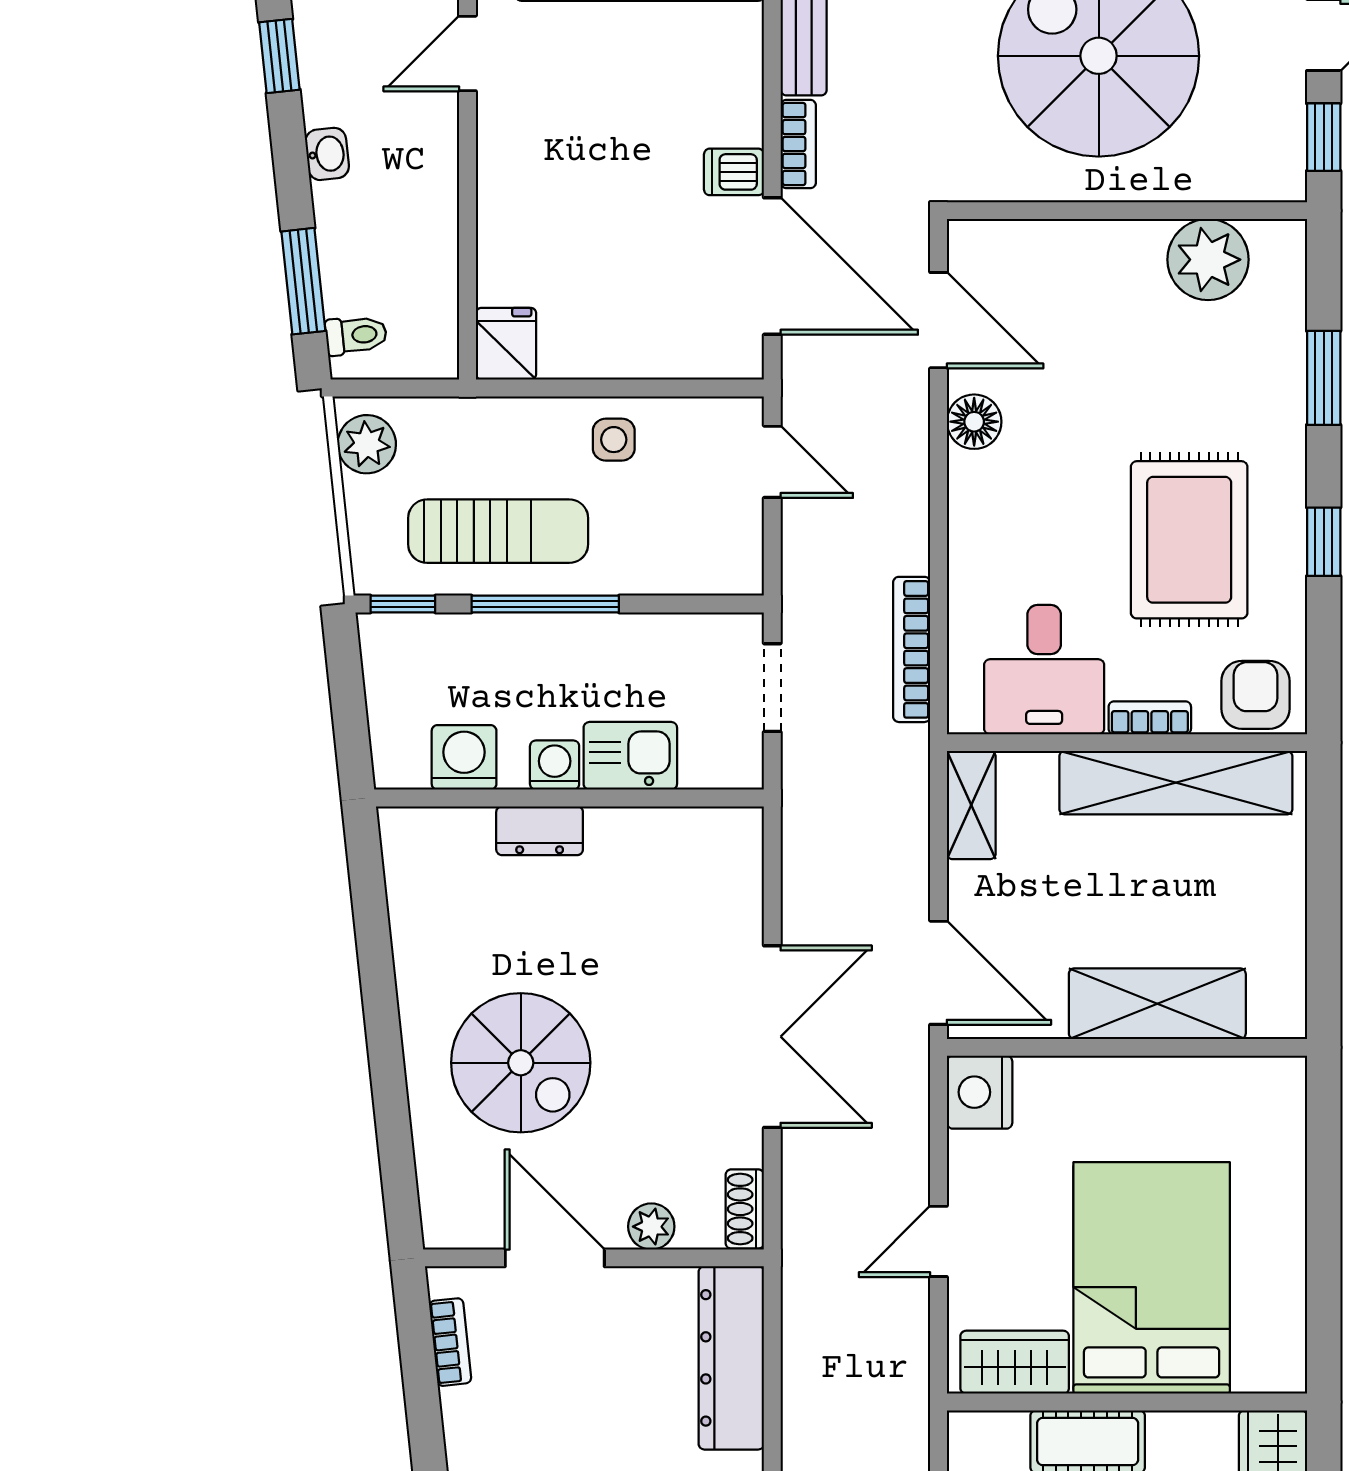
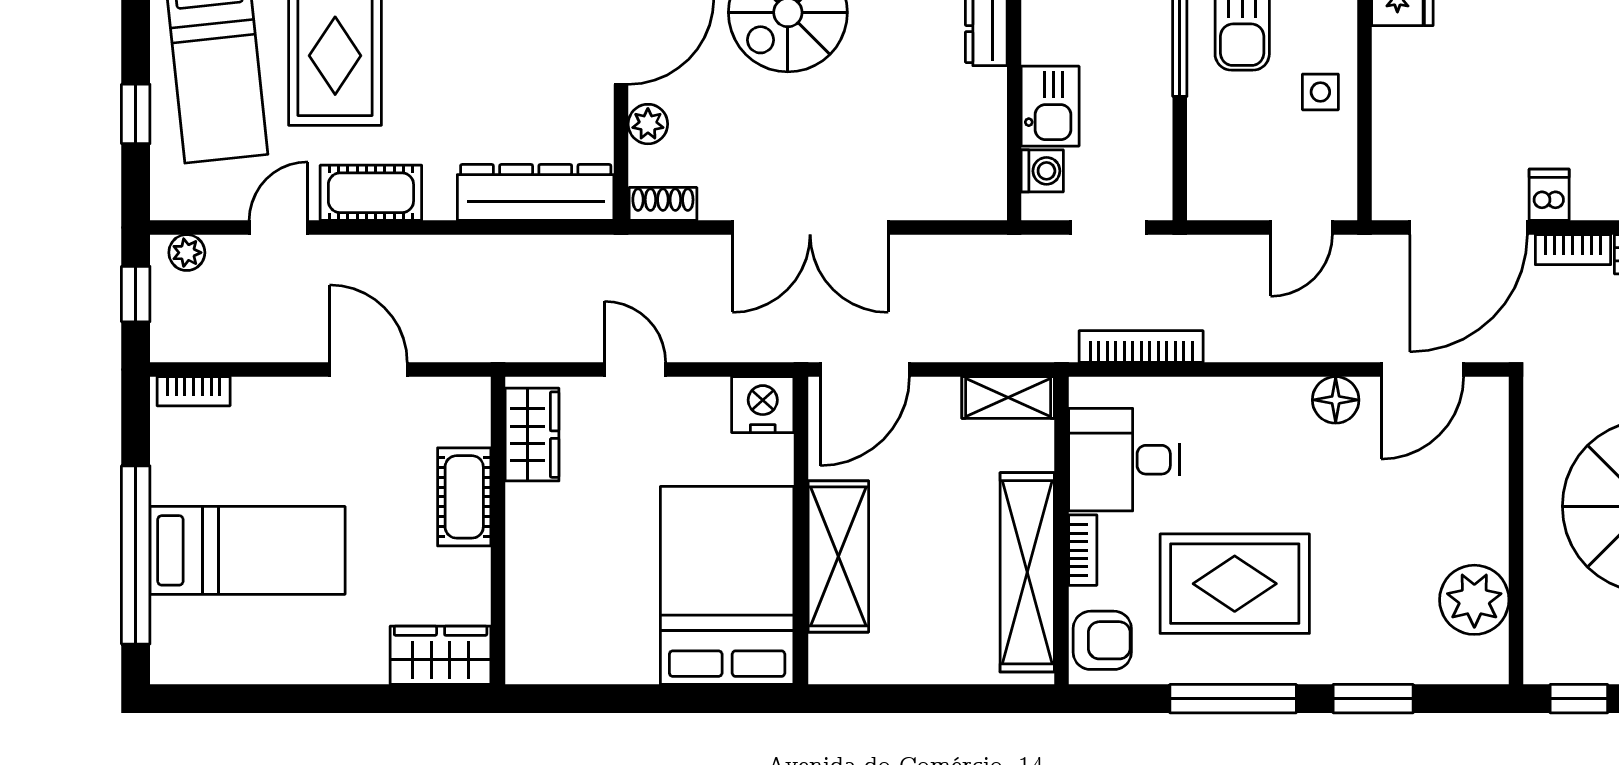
window: (1324, 542) -> (1233, 699), width x2.17
washing machine: (555, 765) -> (1042, 171), moved
bed: (1152, 1278) -> (727, 585), moved, turned -90

